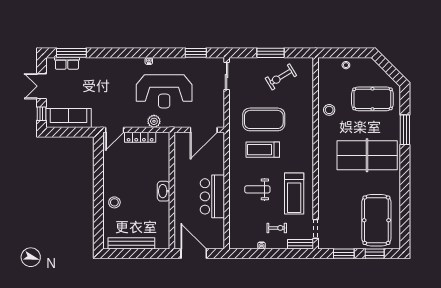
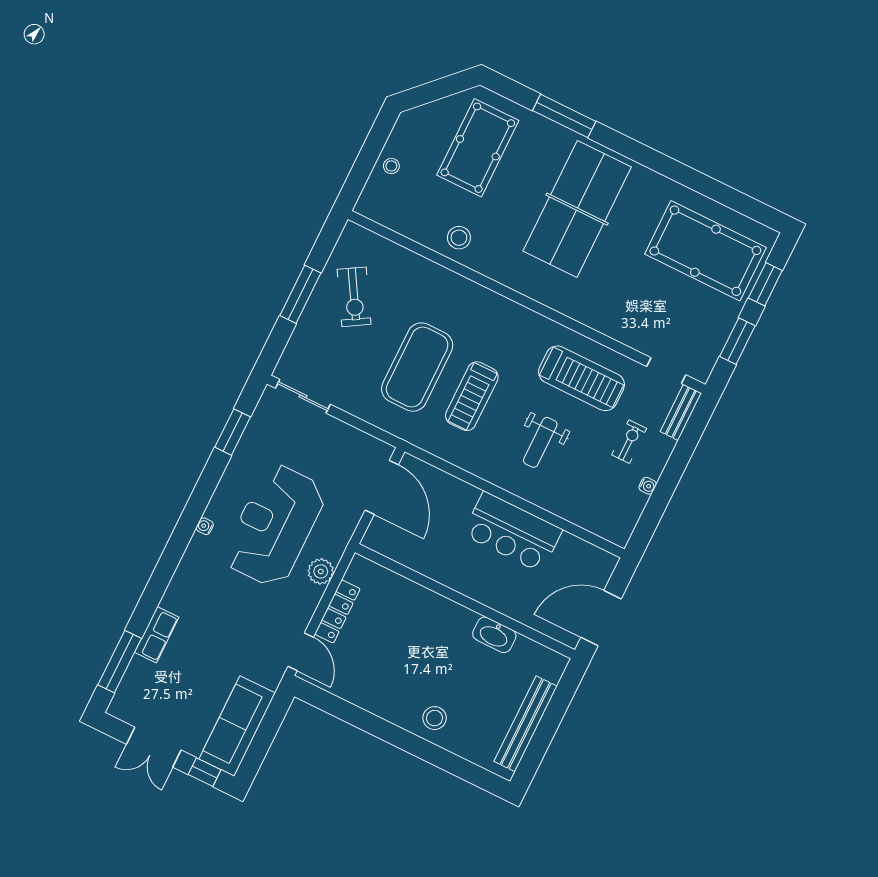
row of seats: (67, 63) -> (157, 635), moved
reception desk: (164, 91) -> (275, 525), turned 180
washbasin: (164, 191) -> (494, 635), moved

